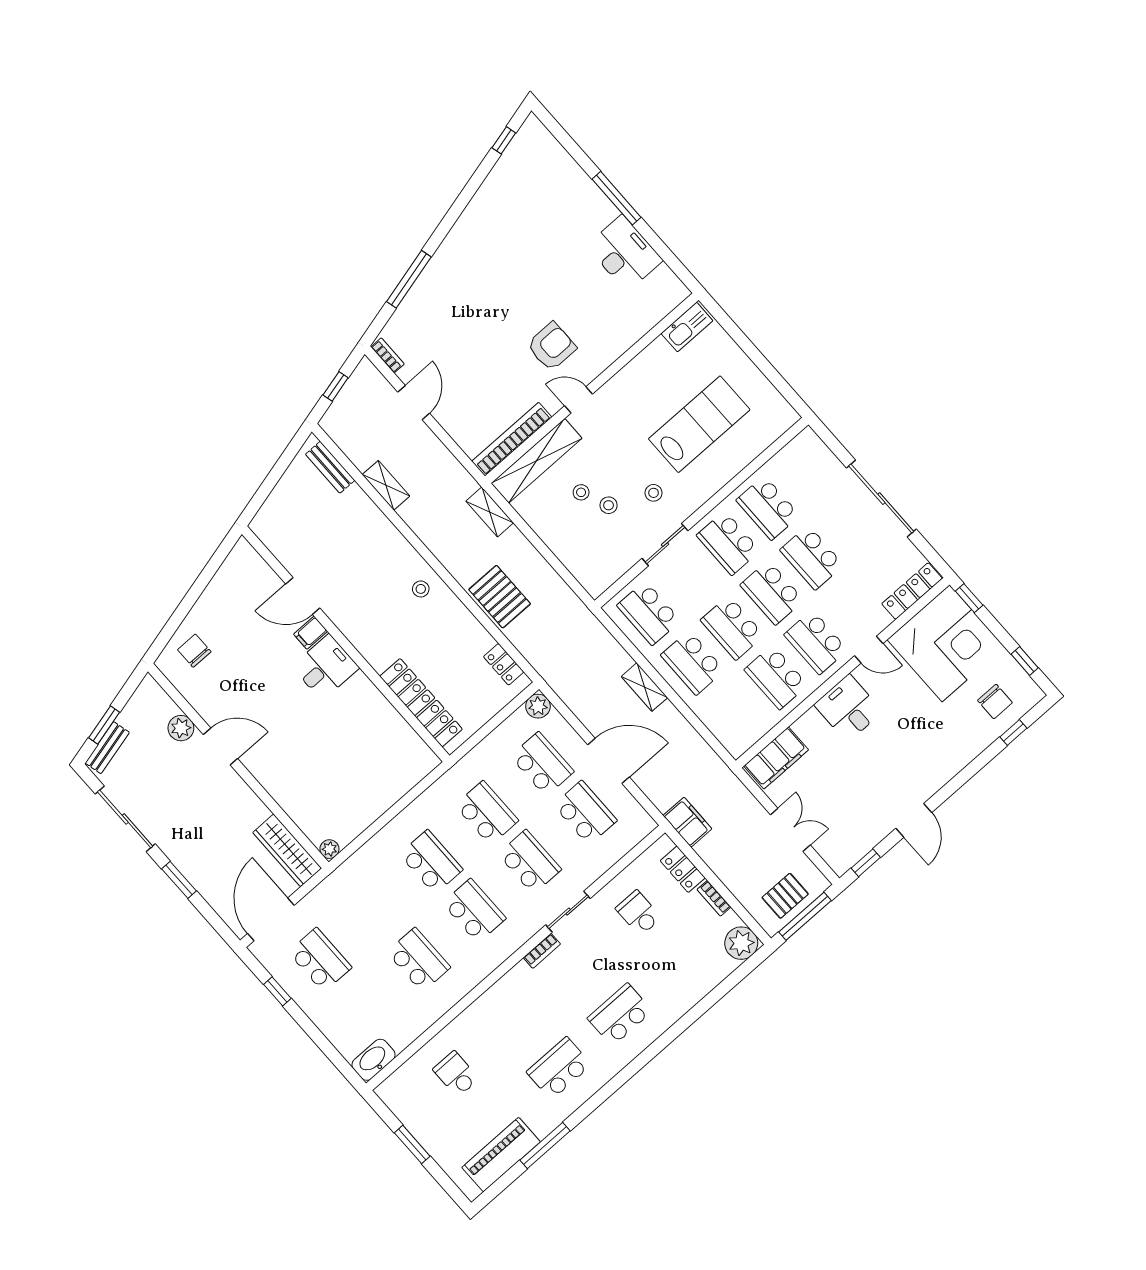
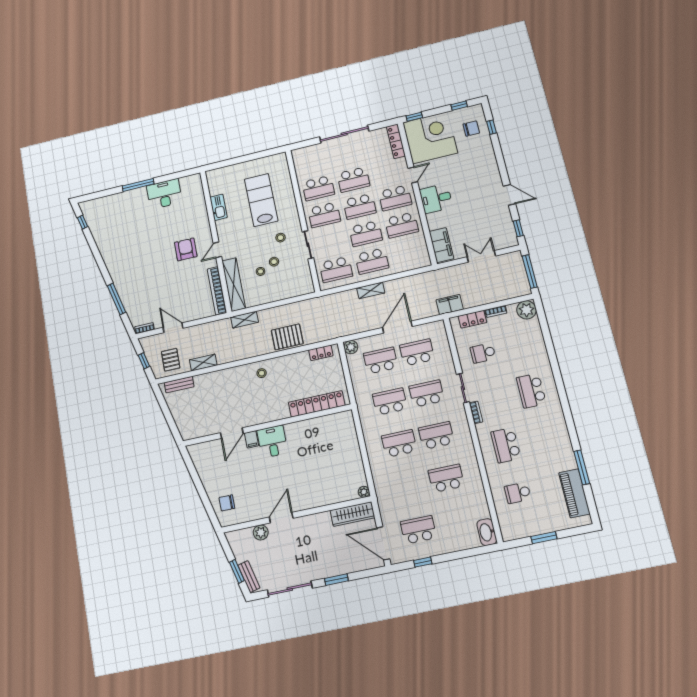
kitchen sink: (687, 327) -> (218, 207), moved
pallet: (785, 896) -> (171, 360), moved
school desk: (559, 1068) -> (506, 445), moved

